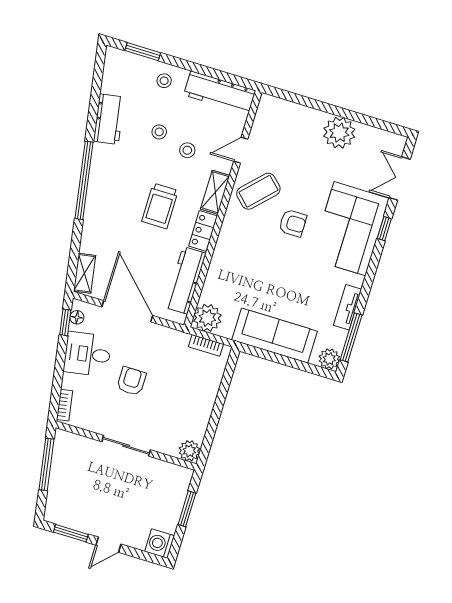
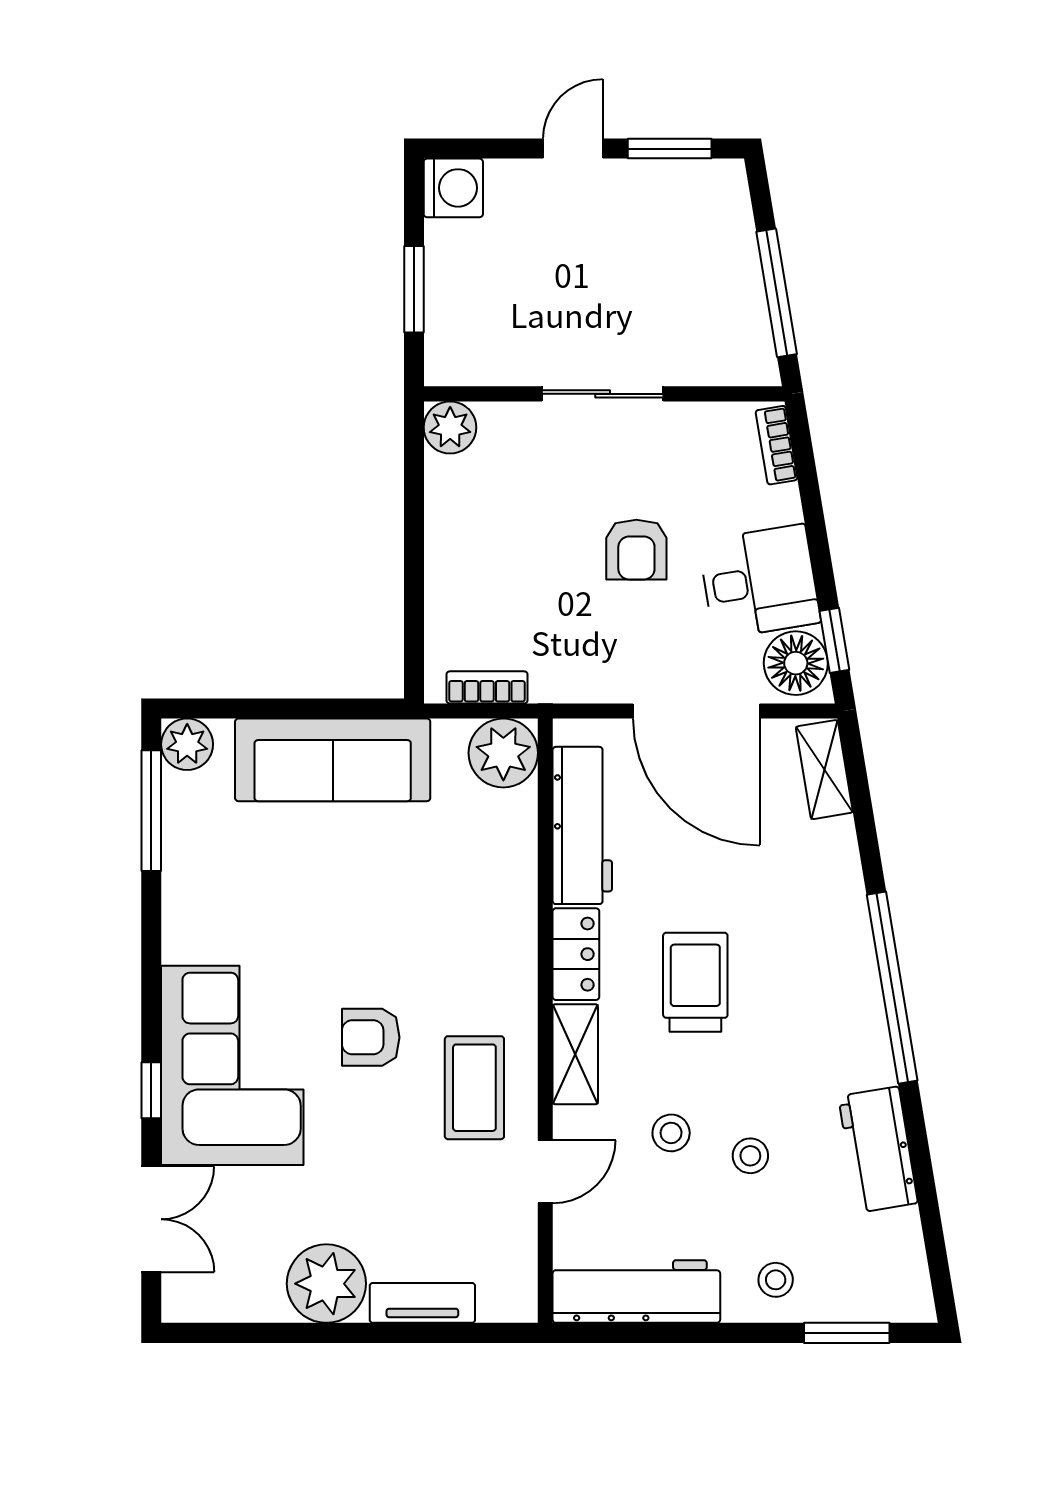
coffee table: (258, 191) -> (474, 1088), turned -44
tv unit: (348, 307) -> (422, 1303), moved, turned -90
floor lamp: (77, 317) -> (796, 663), width x1.89, depth x1.89

